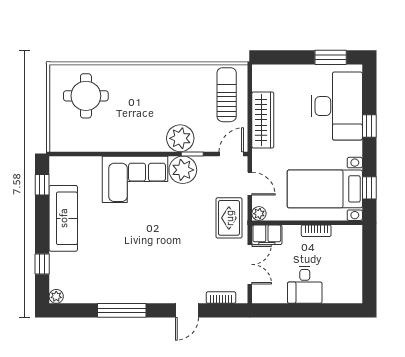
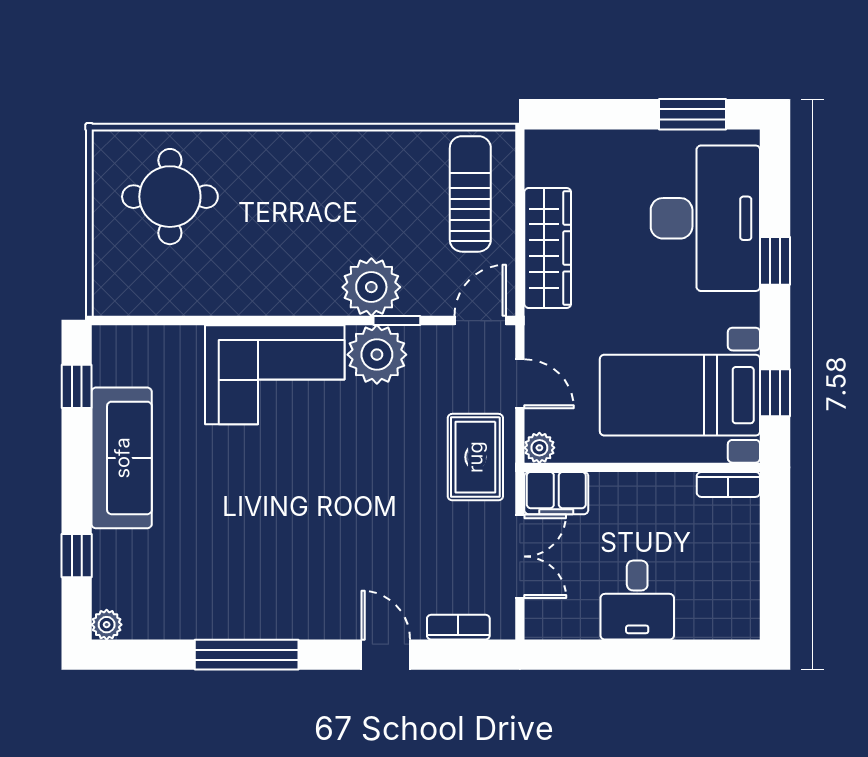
bookcase: (316, 231) -> (728, 484), moved
door: (187, 310) -> (386, 655), swing flipped

